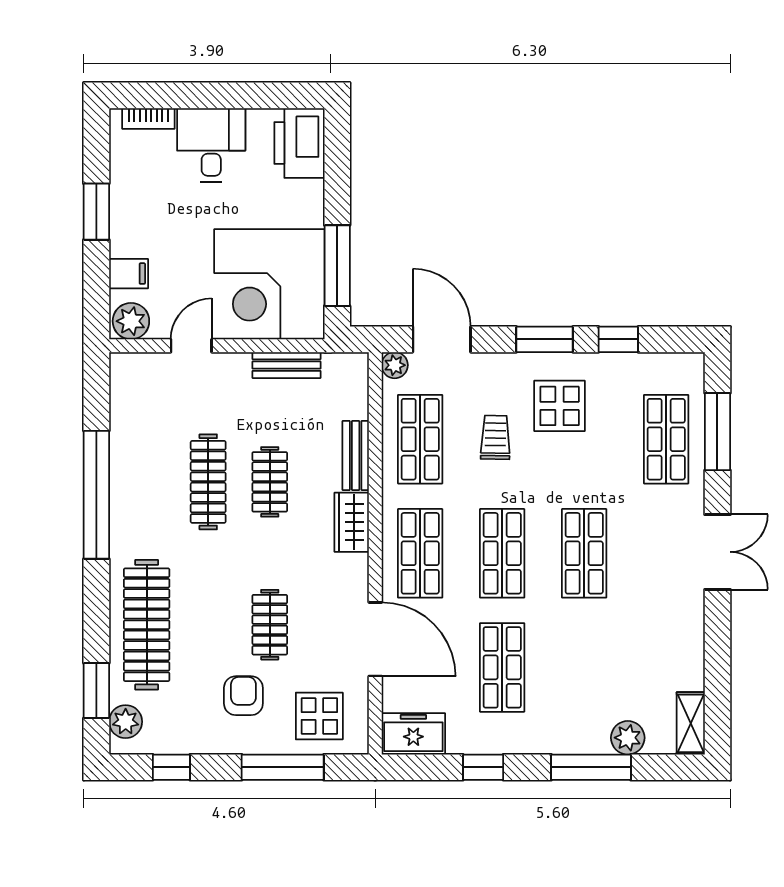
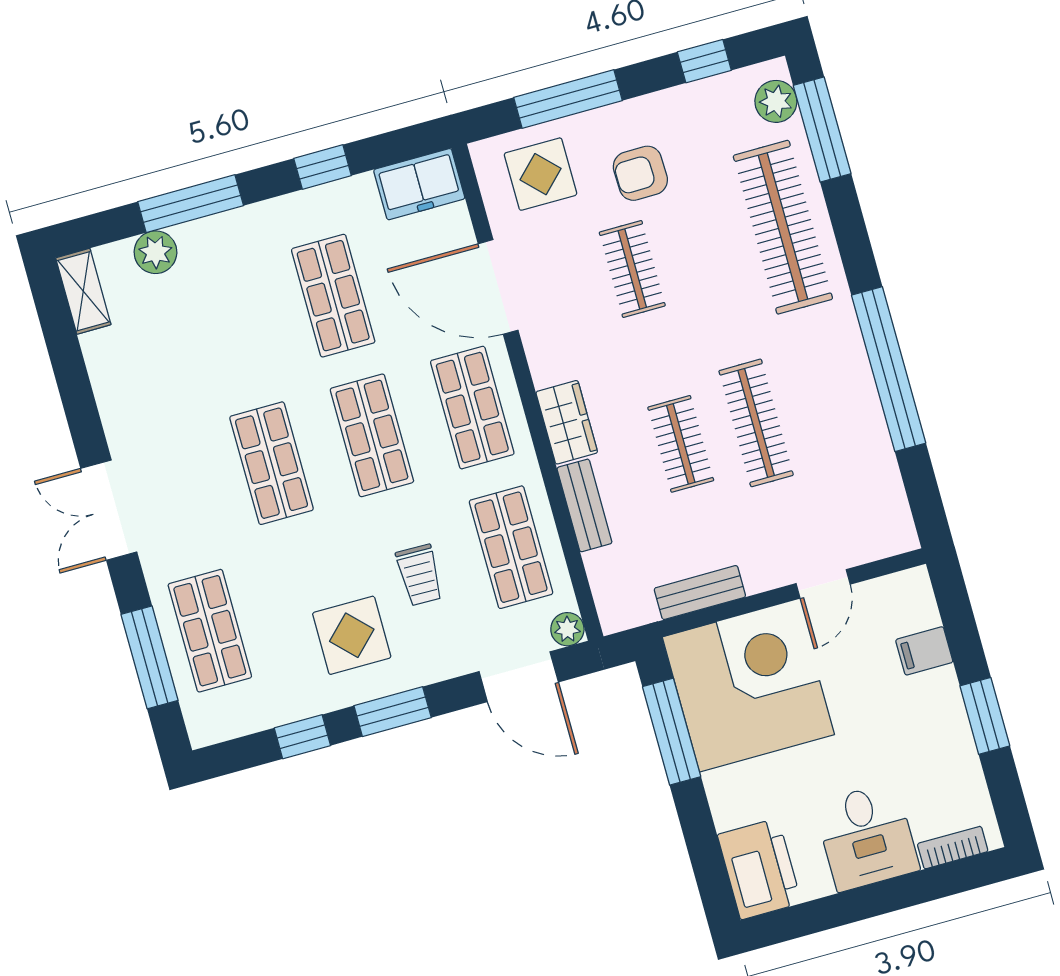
plant: (131, 321) -> (905, 594), removed
window: (96, 691) -> (822, 129), width x1.44
armchair: (243, 696) -> (640, 173), turned 89

